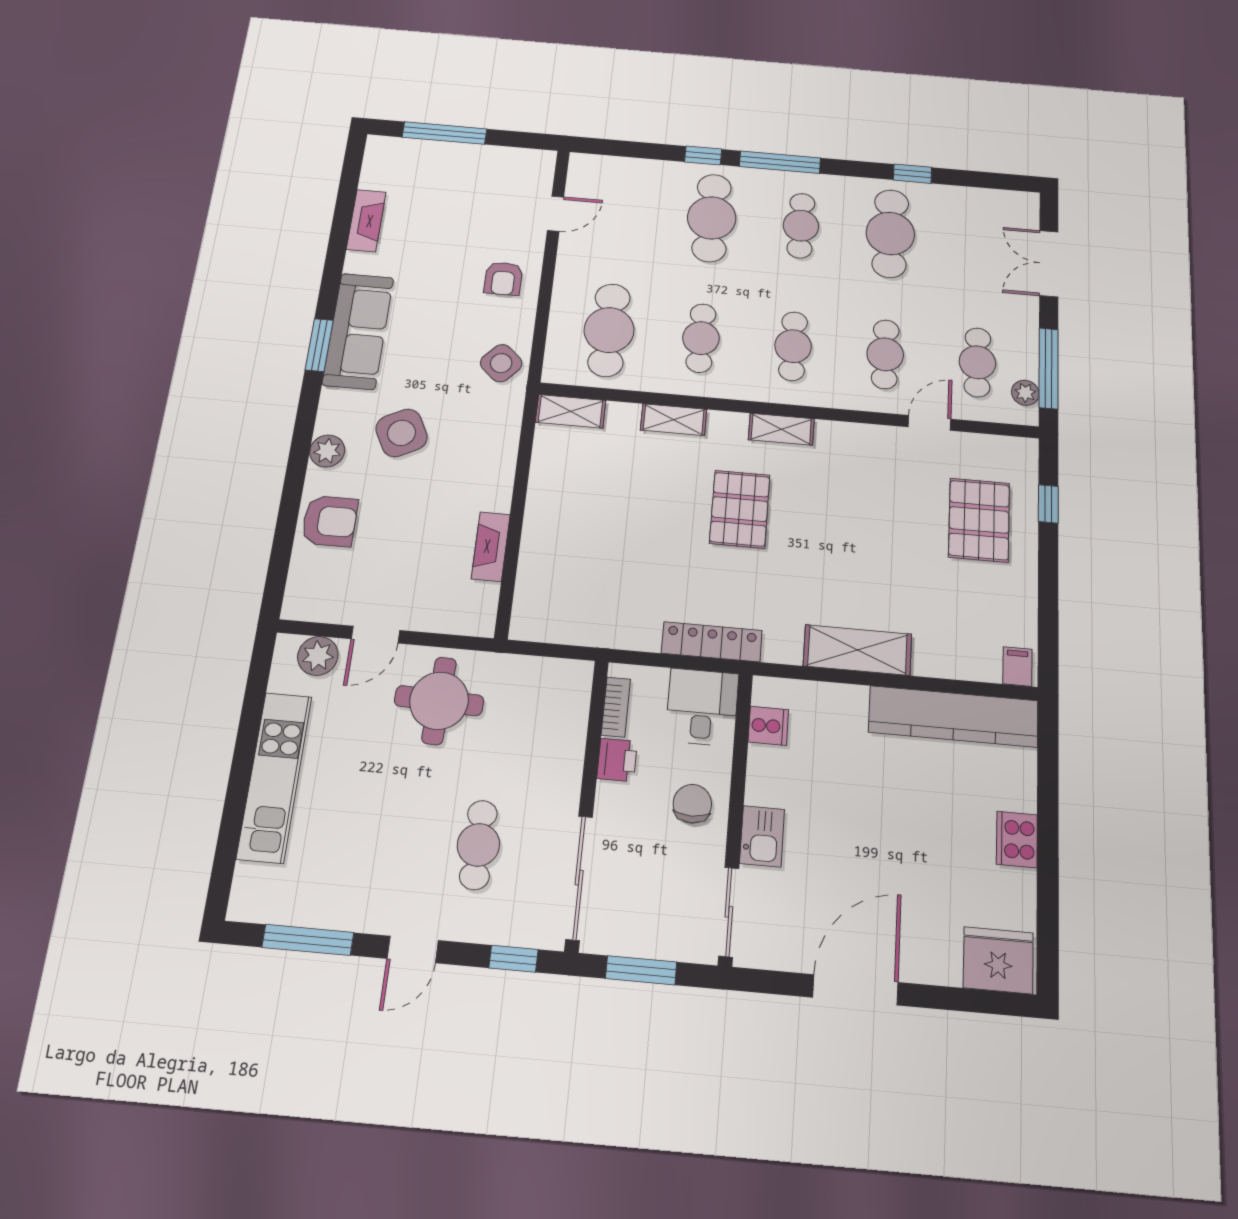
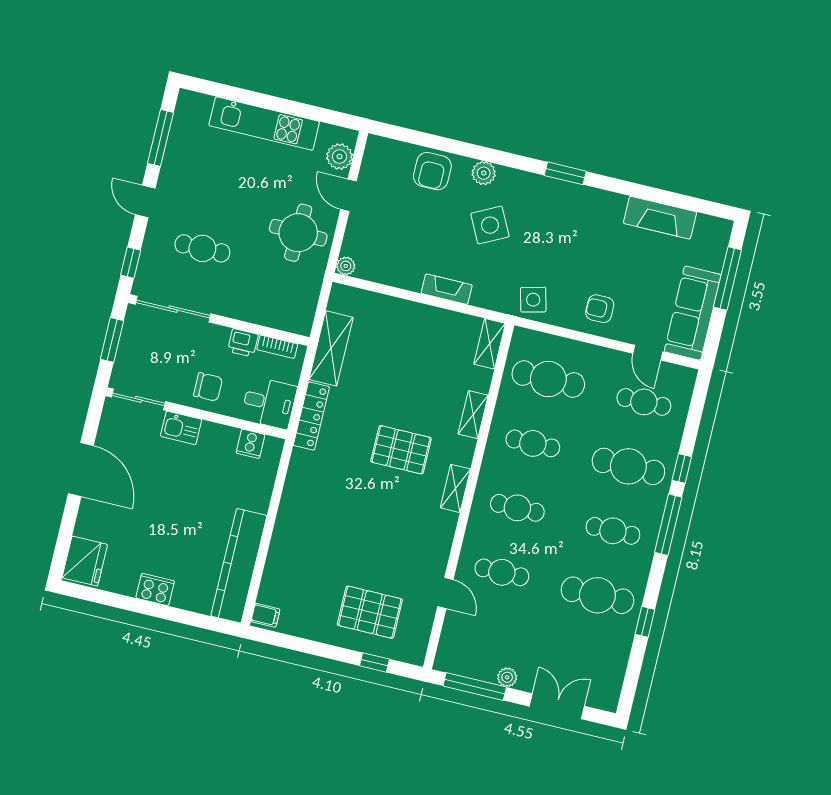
fireplace: (366, 221) -> (660, 218), width x1.37, depth x1.32
sofa: (358, 331) -> (693, 313), moved, turned 90
cafe table: (977, 362) -> (644, 402), moved
side table: (501, 363) -> (533, 300), turned 34
plant: (1025, 393) -> (507, 677), moved
fireplace: (491, 547) -> (447, 289), moved
plant: (482, 624) -> (346, 266), added
shelving: (857, 650) -> (331, 348), moved

